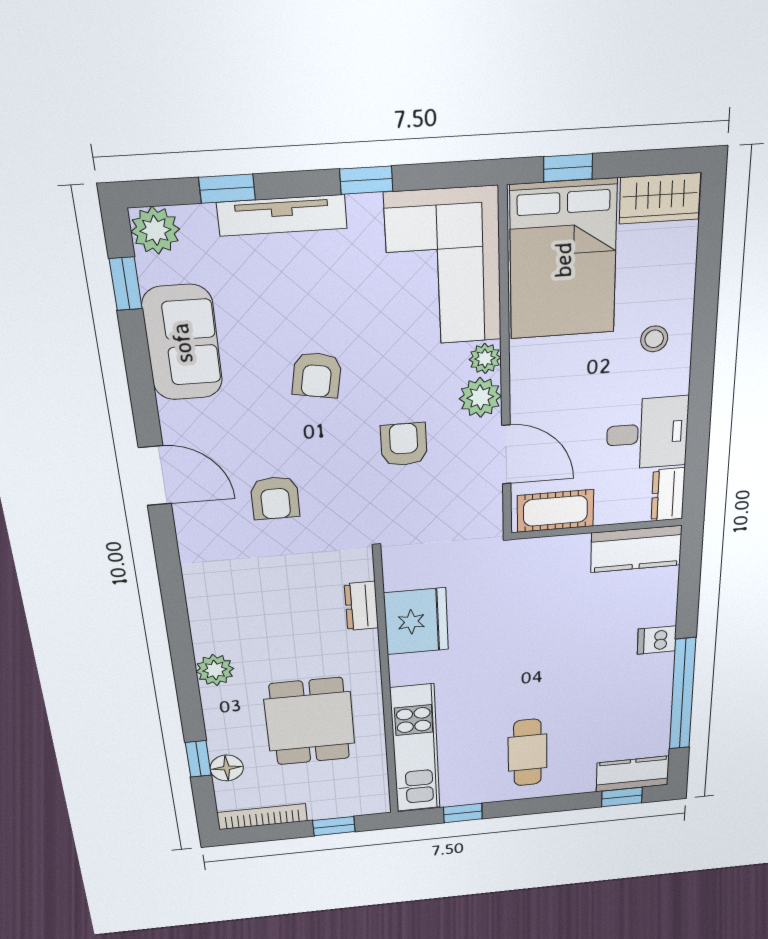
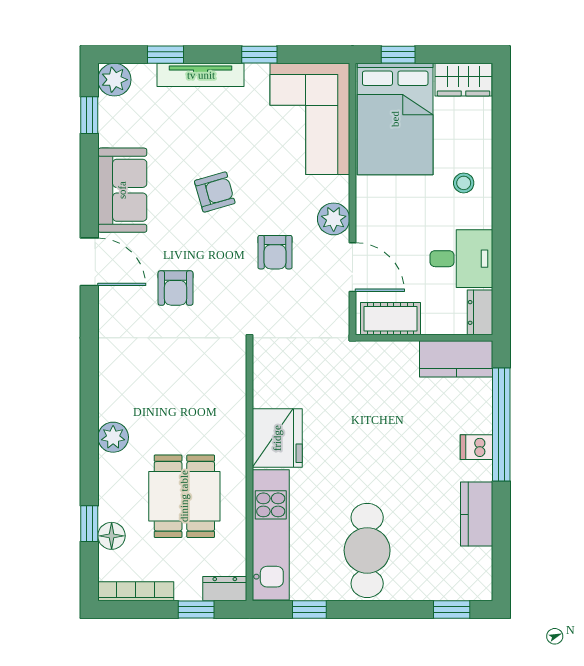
sofa: (182, 343) -> (122, 190), moved
plant: (485, 358) -> (338, 189), removed
armchair: (317, 375) -> (215, 192), turned -116
armchair: (404, 444) -> (275, 252), turned 180
dresser: (361, 606) -> (225, 589), moved, turned 90
fridge: (416, 621) -> (277, 438), moved
window: (682, 694) -> (501, 425), moved
cafe table: (527, 753) -> (367, 550), width x1.37, depth x1.35
kitchen counter: (633, 774) -> (477, 514), moved, turned -90

